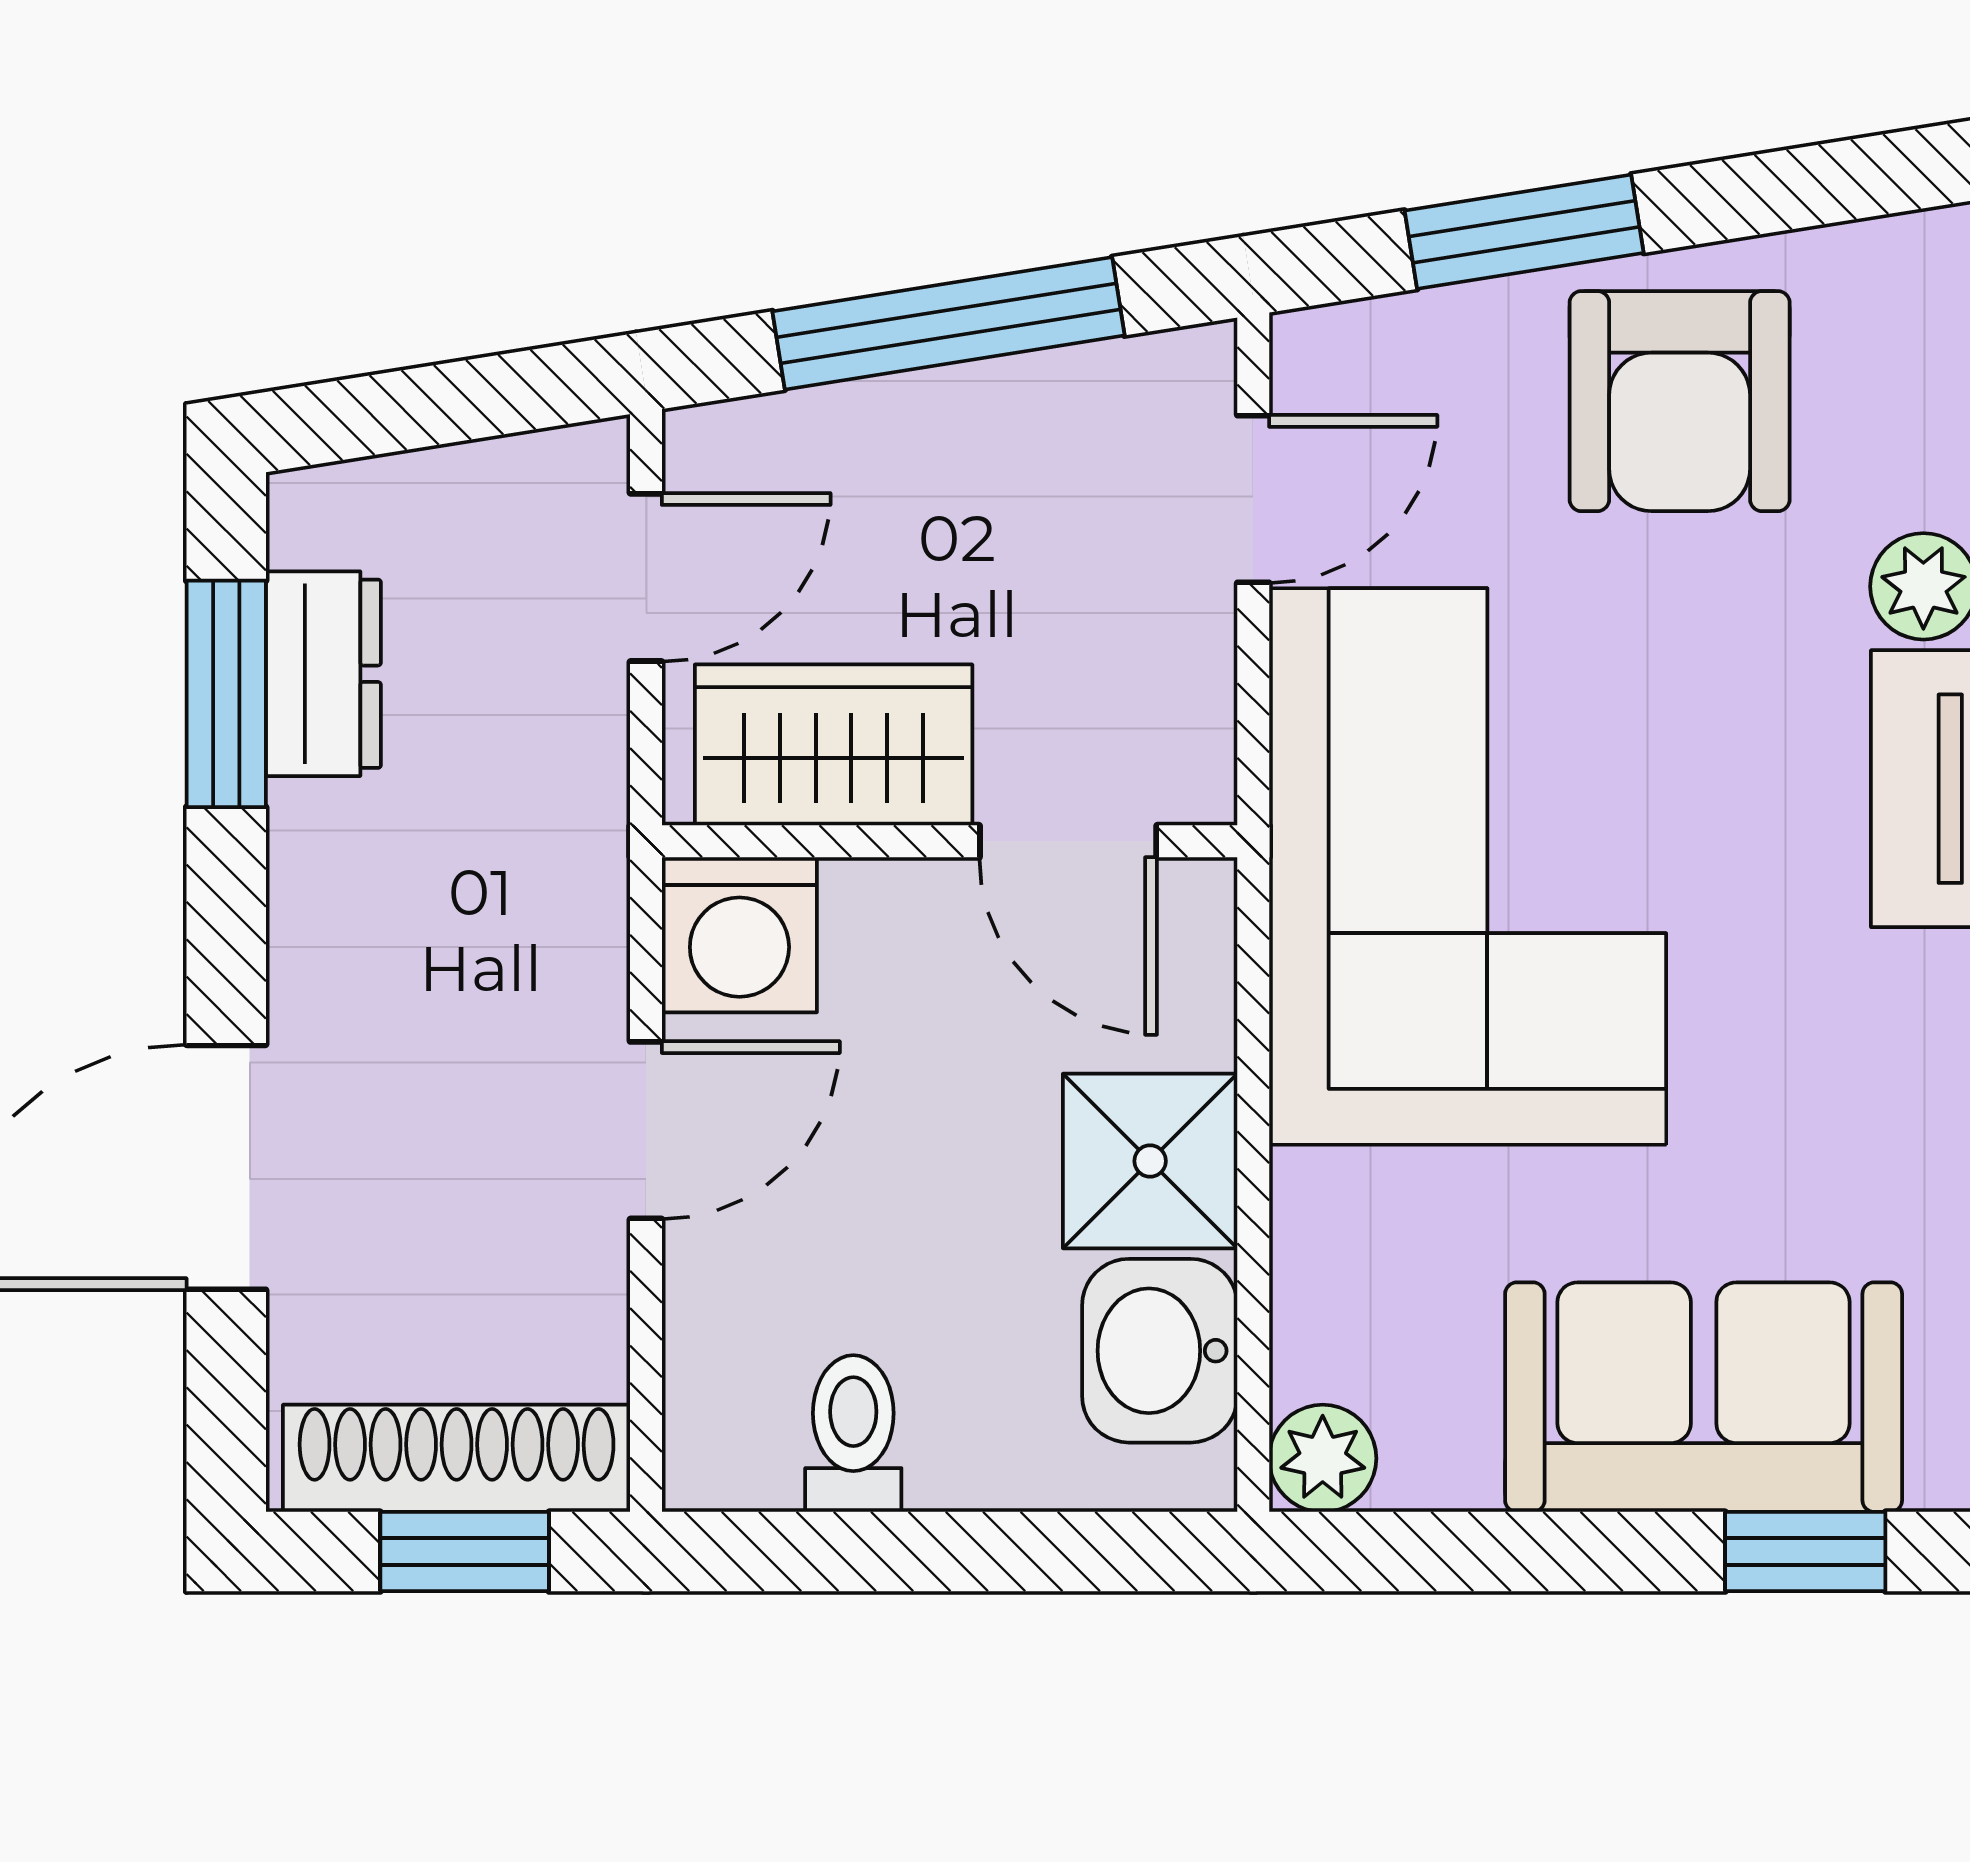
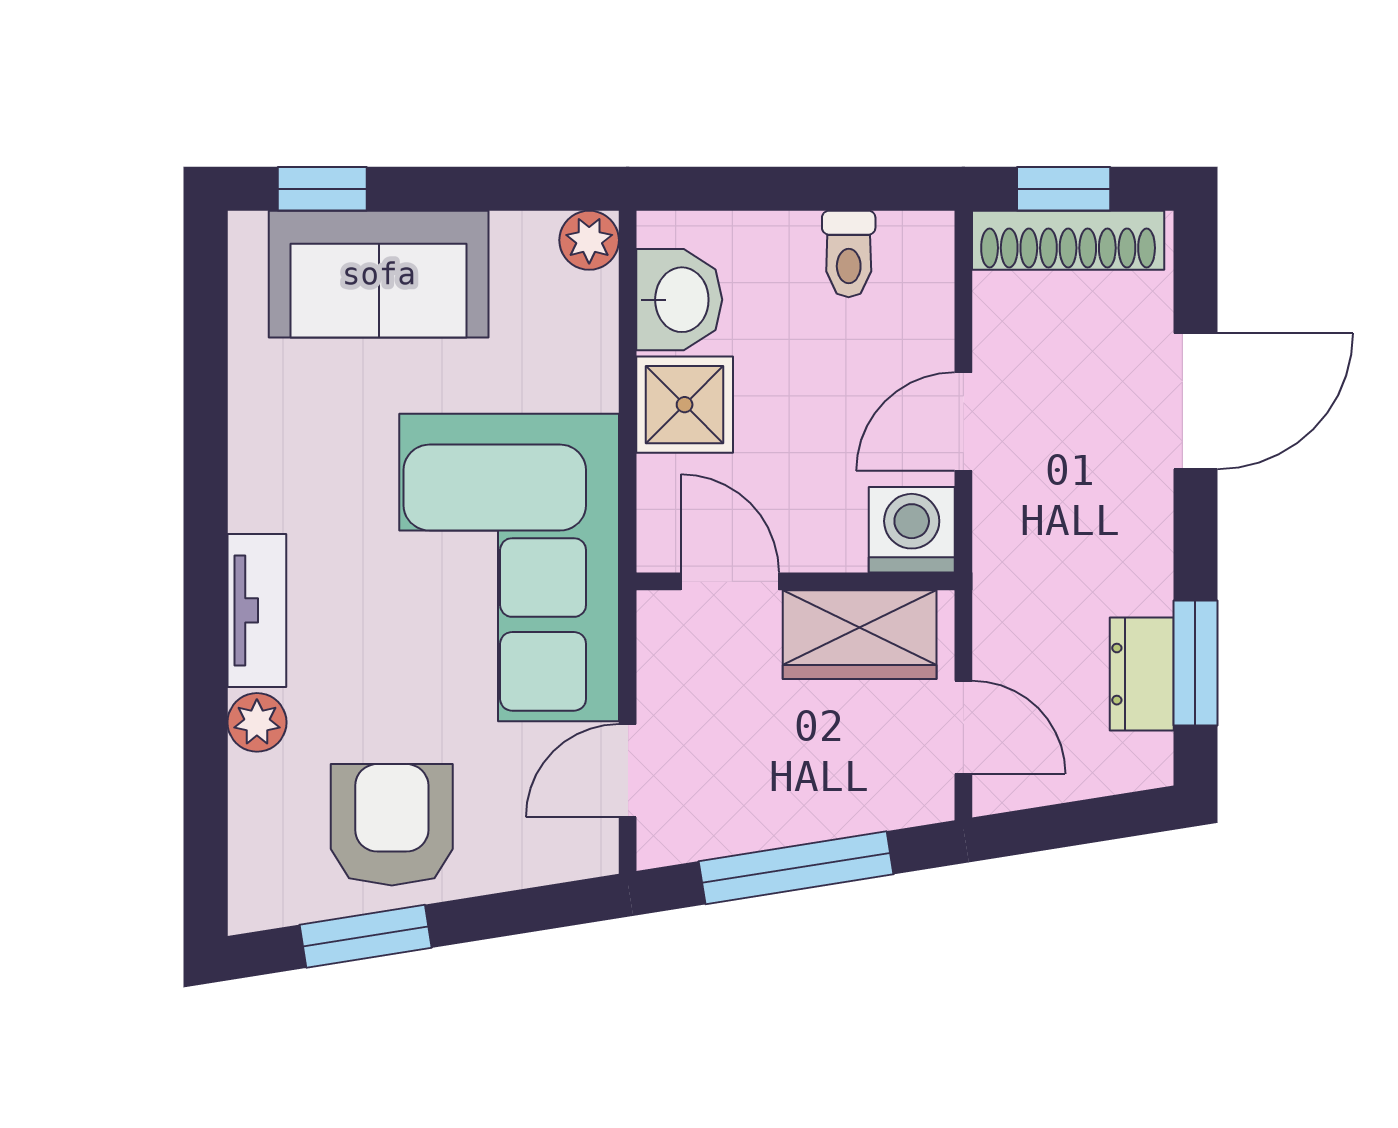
window: (1524, 232) -> (366, 936), moved
door: (646, 577) -> (963, 727), swing flipped

